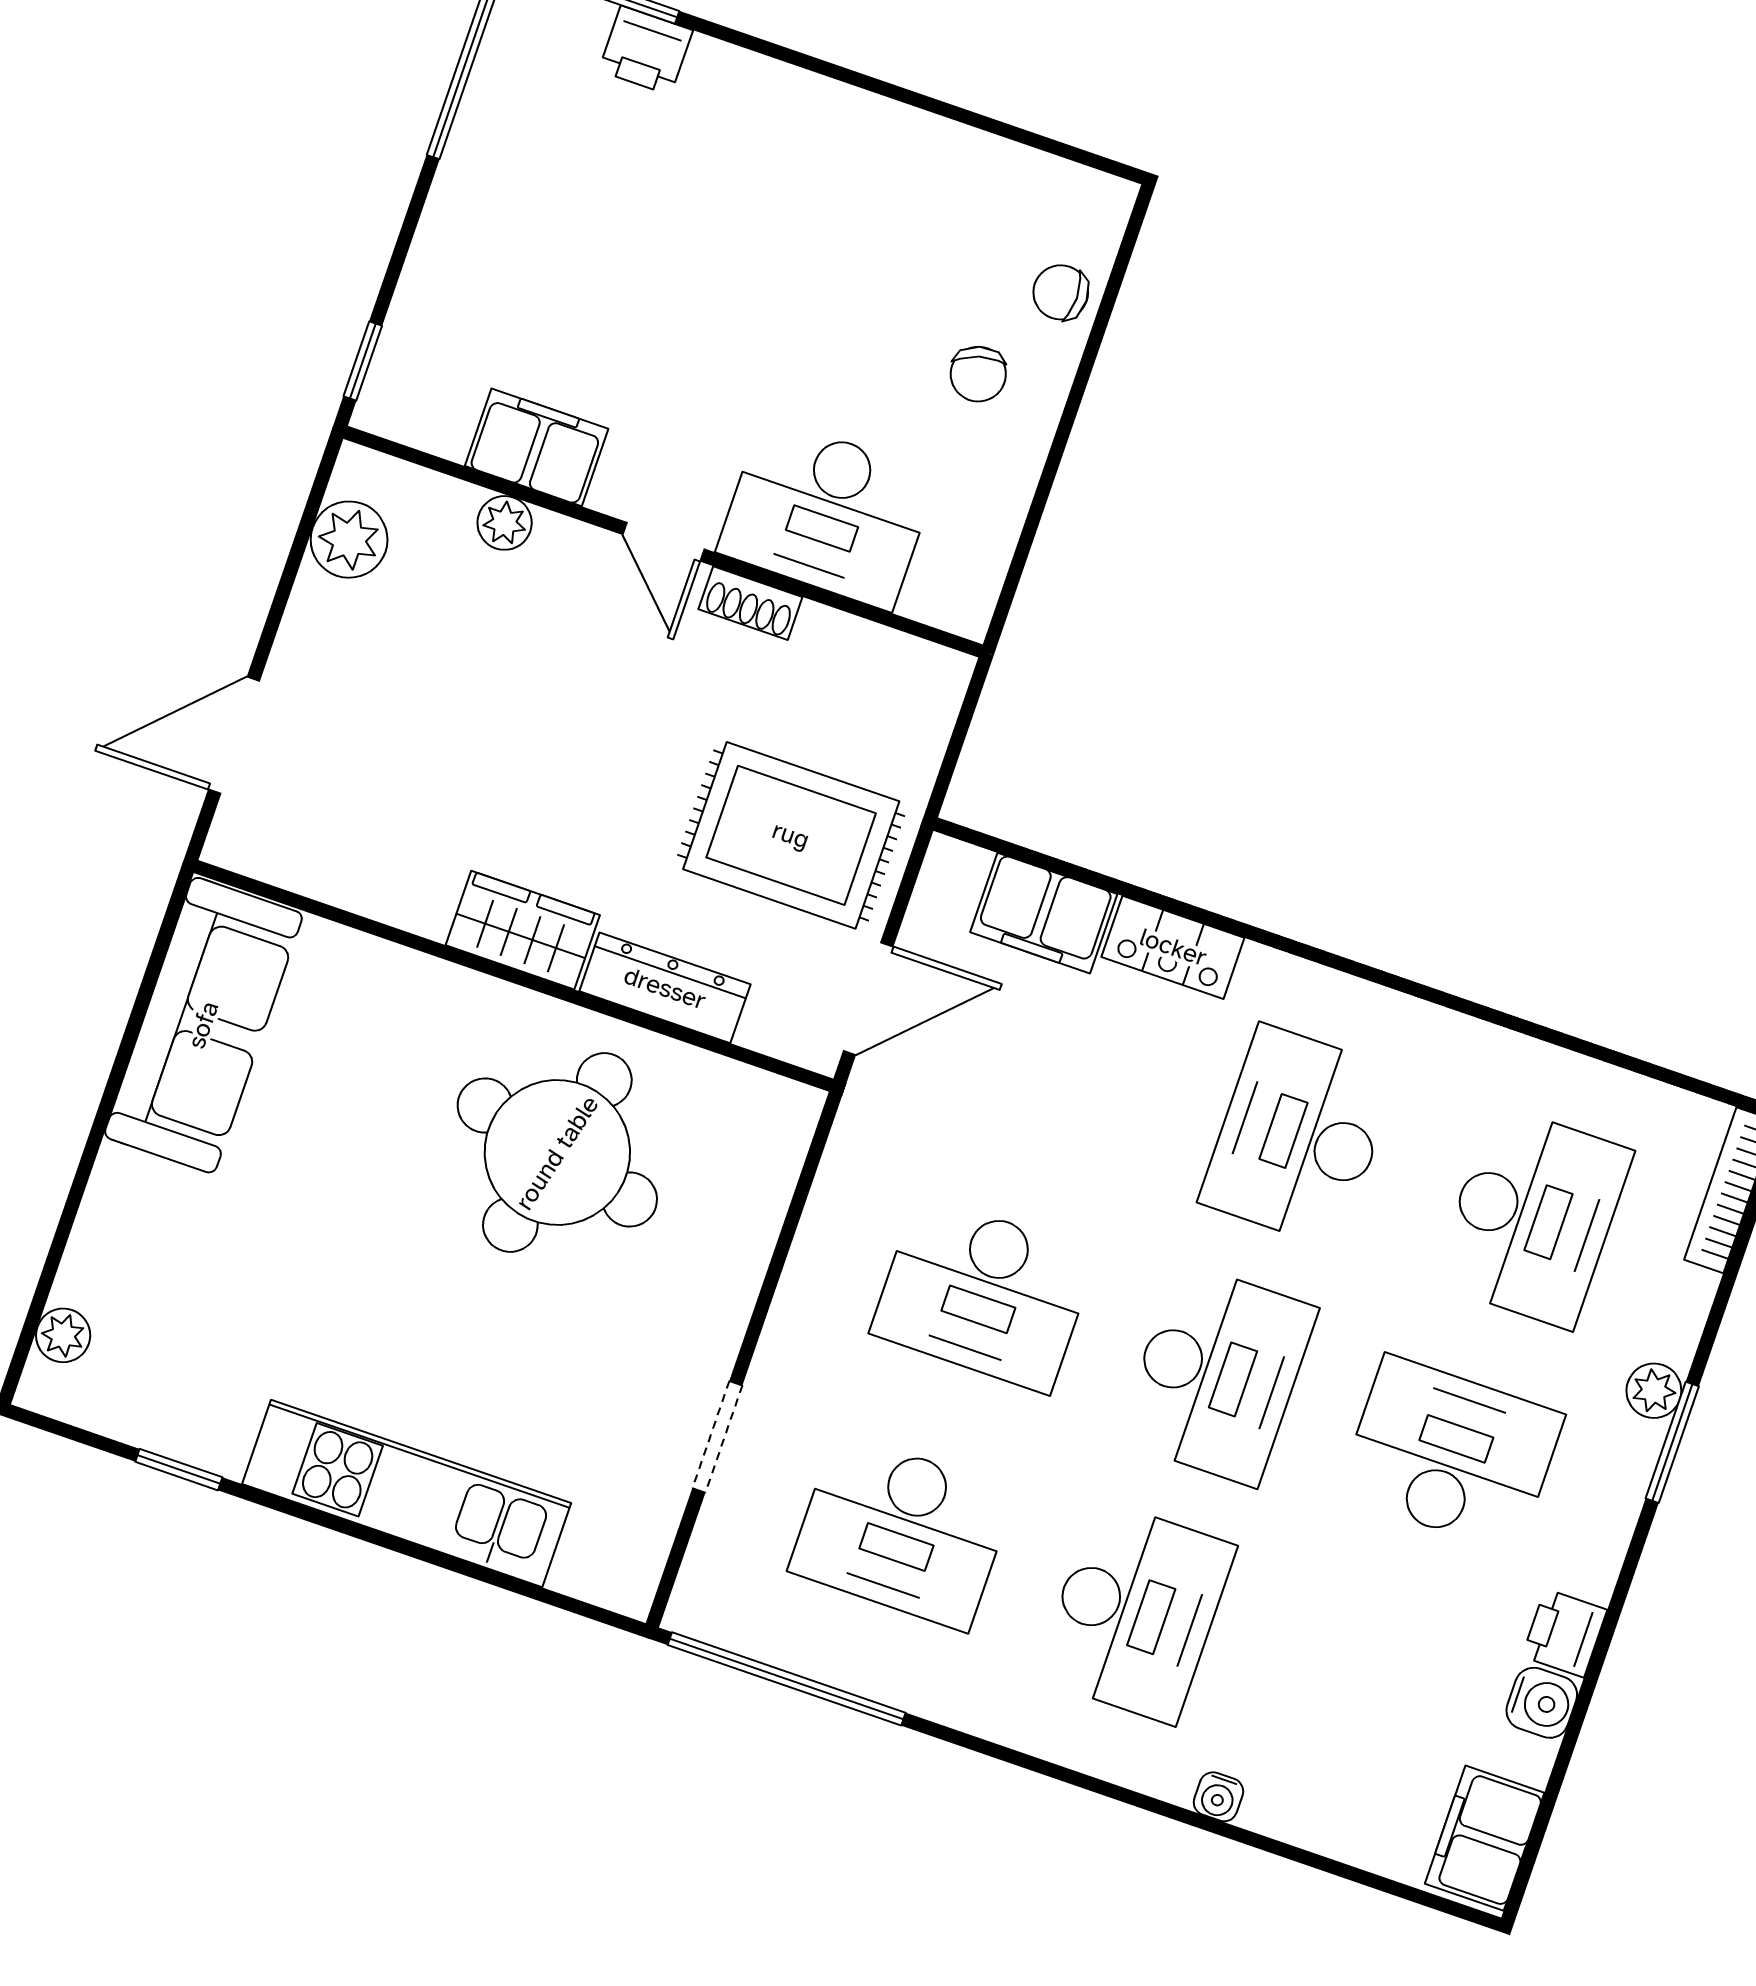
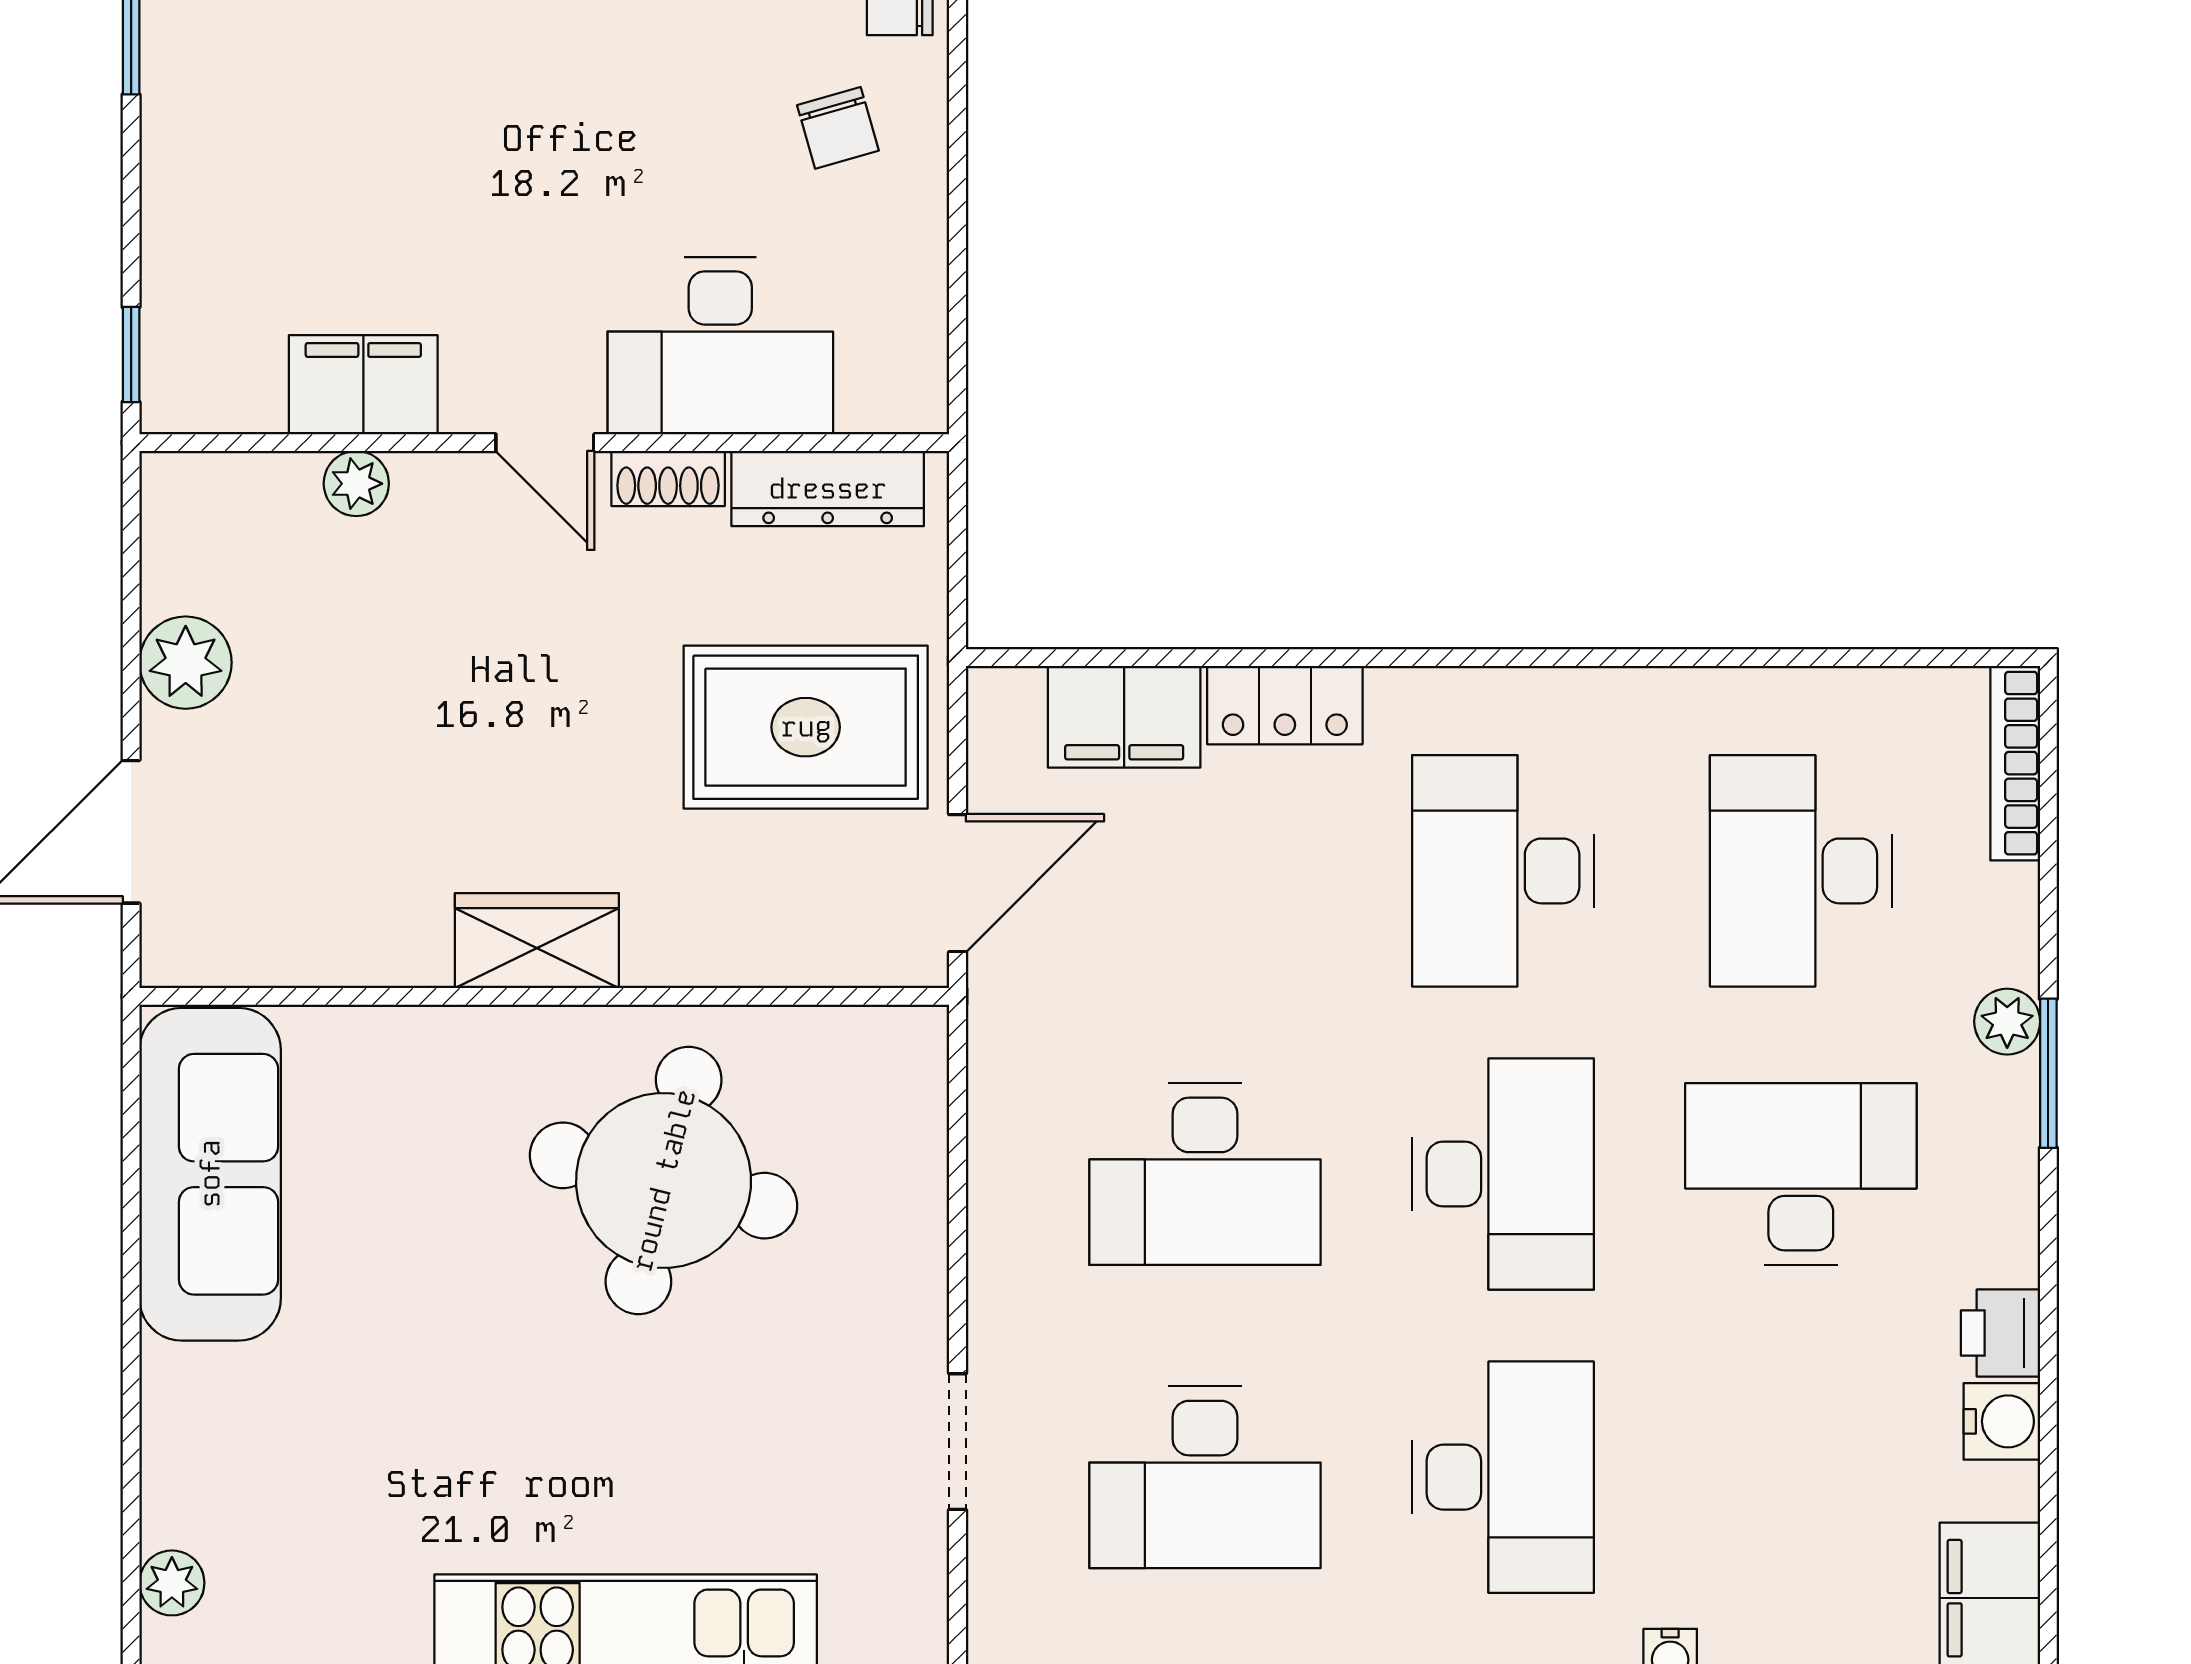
plant: (349, 540) -> (186, 663), moved
dresser: (665, 988) -> (828, 489), moved, turned 180
desk: (1533, 1217) -> (1801, 871), turned 180

